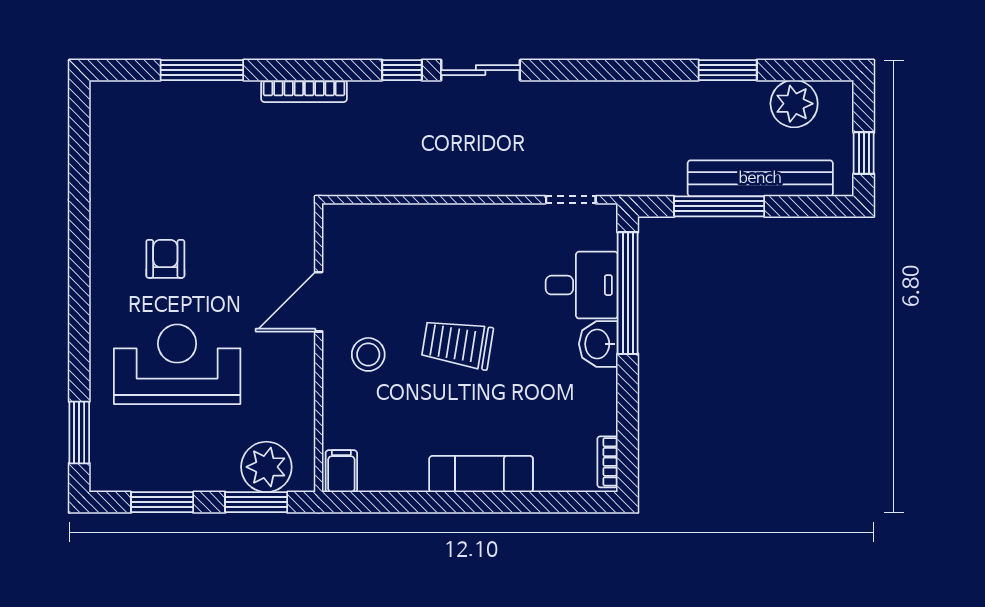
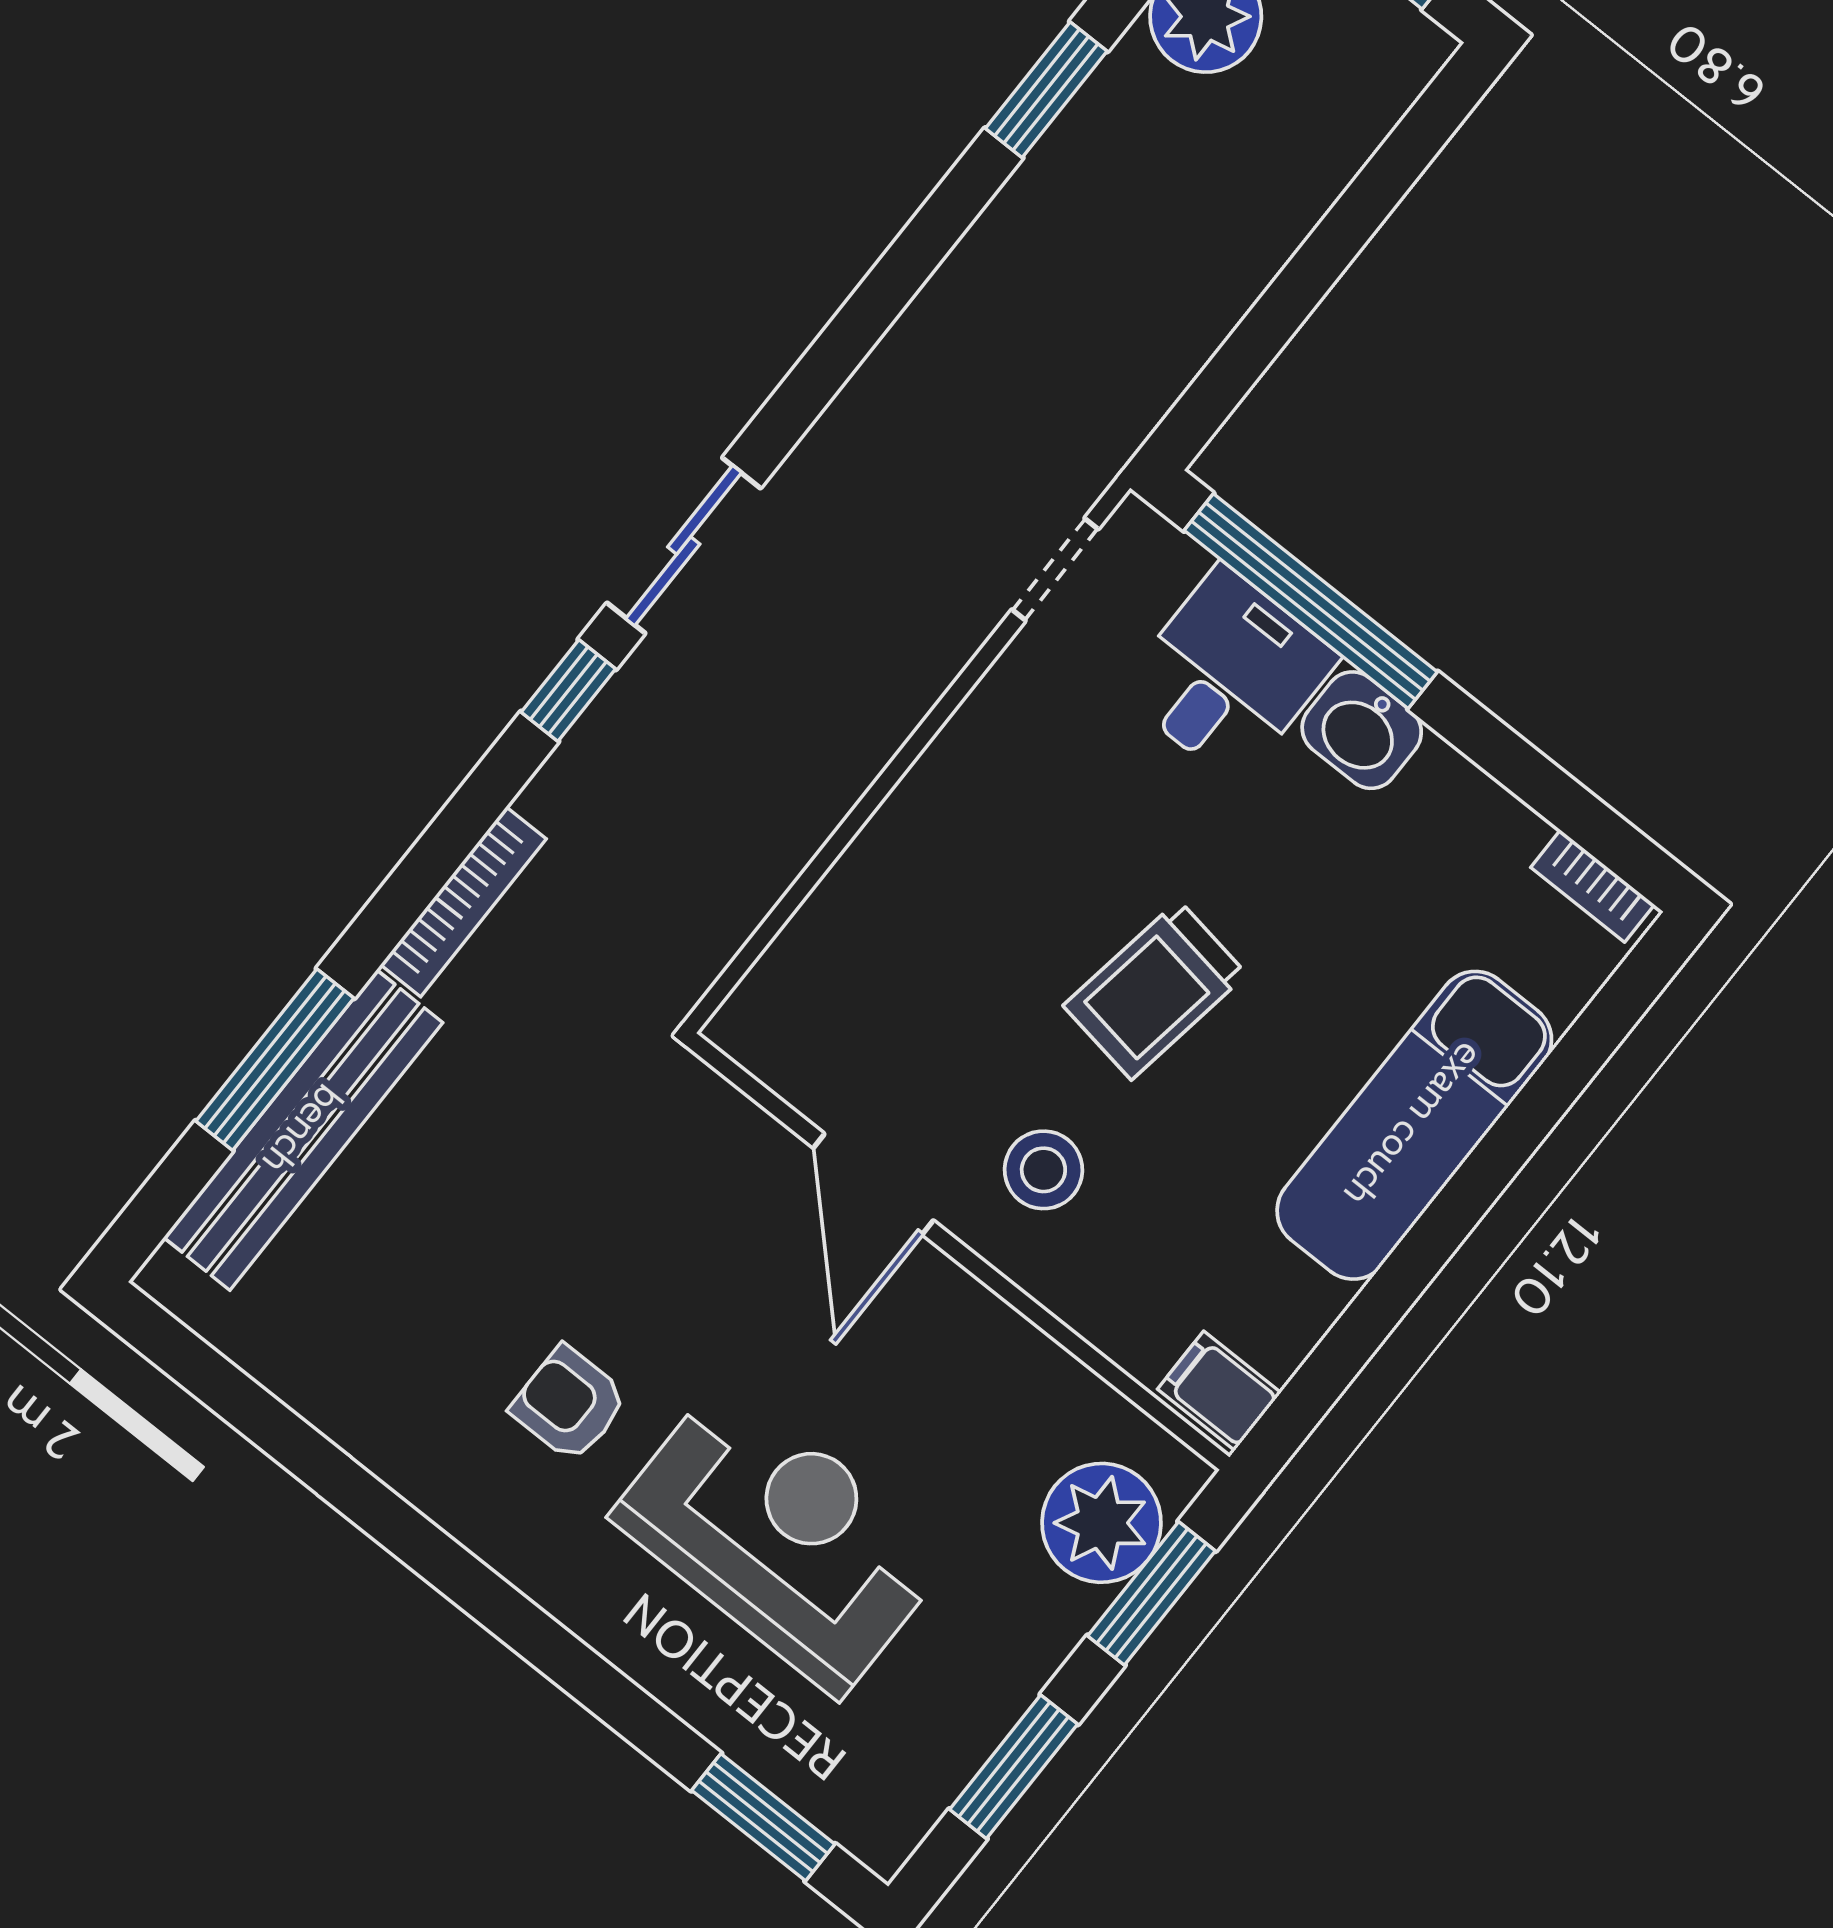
bench: (760, 178) -> (303, 1130), moved
window: (719, 206) -> (1285, 305), removed
reception desk: (177, 364) -> (781, 1537), turned 90
exam couch: (481, 474) -> (1414, 1125), width x1.36, depth x1.45

